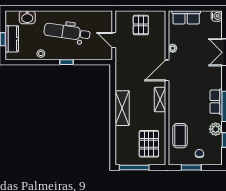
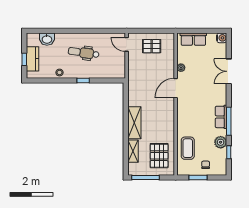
pallet: (141, 25) -> (152, 46), turned 90
dental chair: (67, 32) -> (84, 53), width x0.73, depth x0.72
door: (114, 40) -> (127, 44), moved
shelving: (160, 100) -> (133, 151), moved

